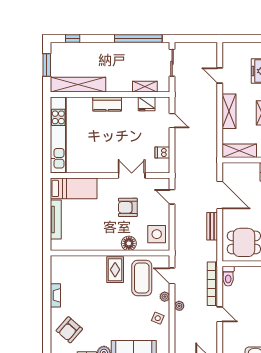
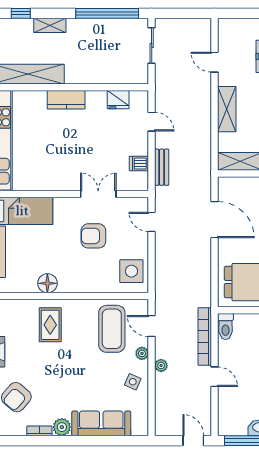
shelving: (145, 87) -> (50, 25), moved
bench: (212, 226) -> (162, 167), moved
floor lamp: (129, 243) -> (47, 283), moved
rug: (115, 270) -> (50, 325), moved

